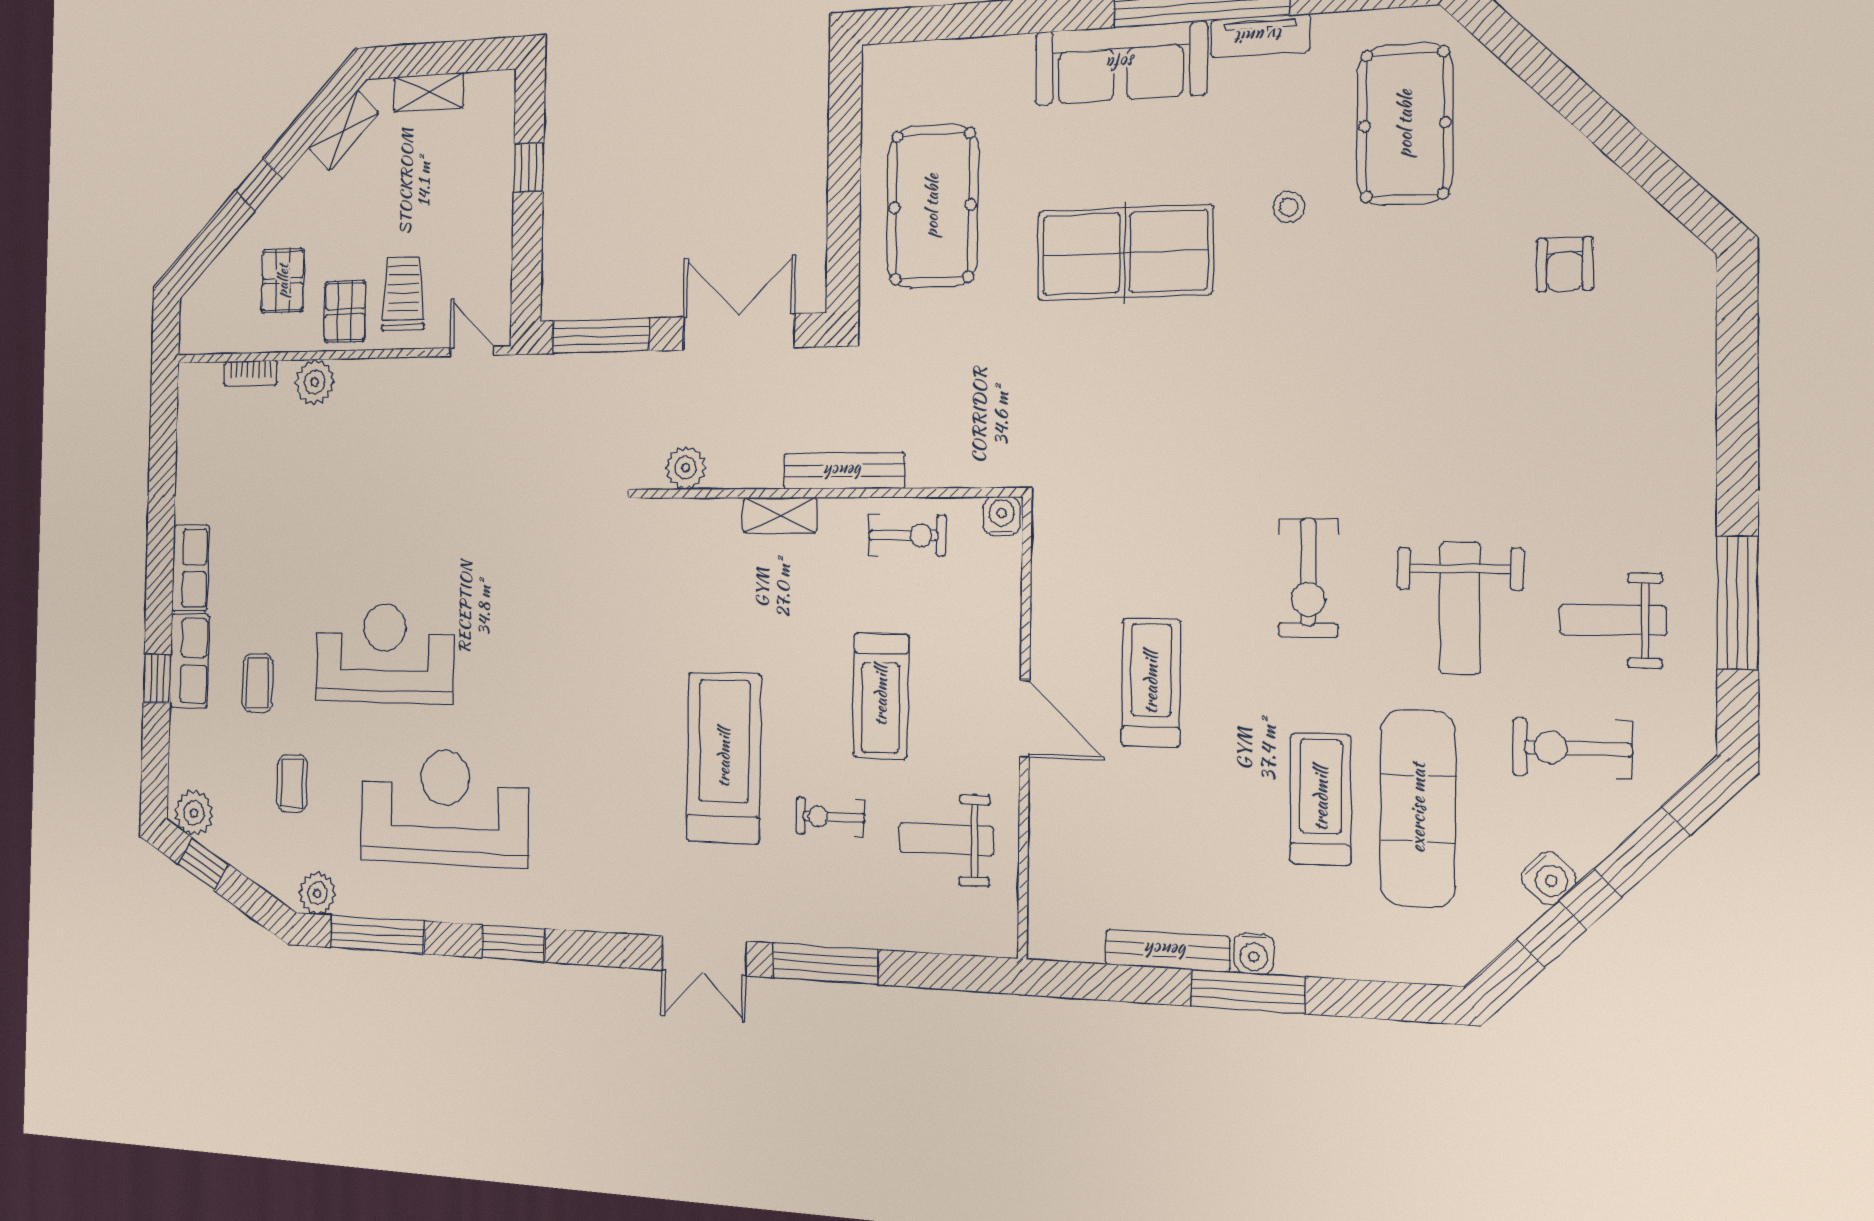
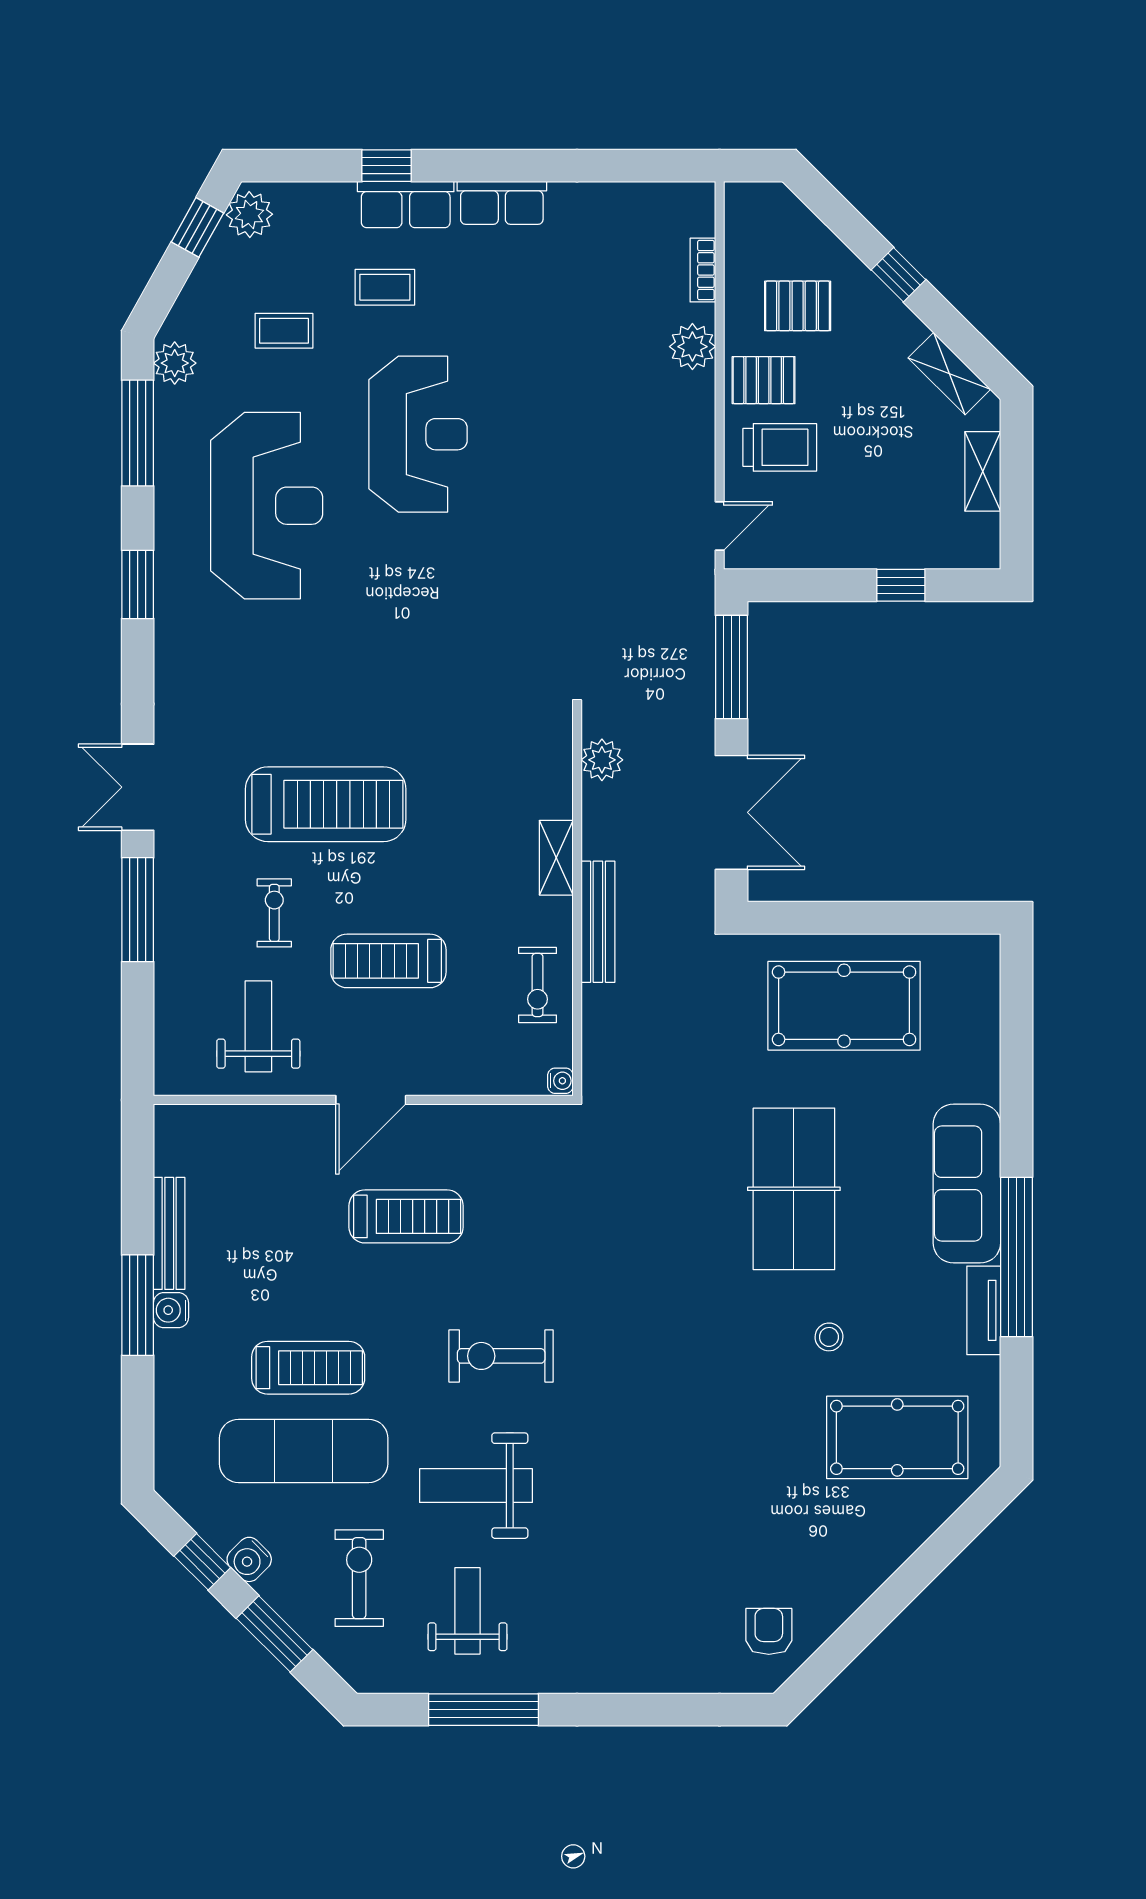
armchair: (1565, 264) -> (769, 1631), moved, turned 90
water cooler: (1002, 516) -> (560, 1081), width x0.72, depth x0.72

